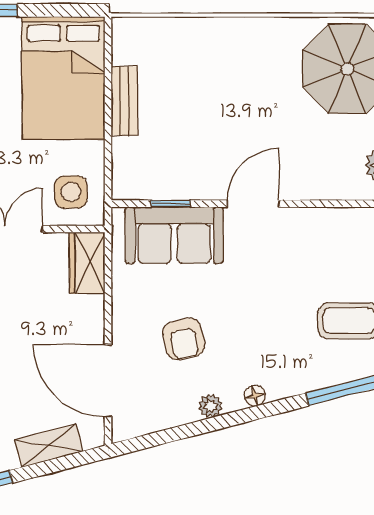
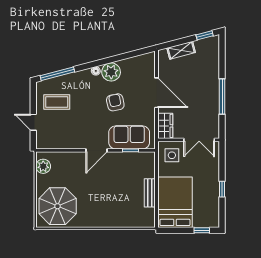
armchair: (184, 339) -> (115, 102), moved
door: (108, 381) -> (157, 93), moved
plant: (210, 406) -> (111, 72), width x1.87, depth x1.87

